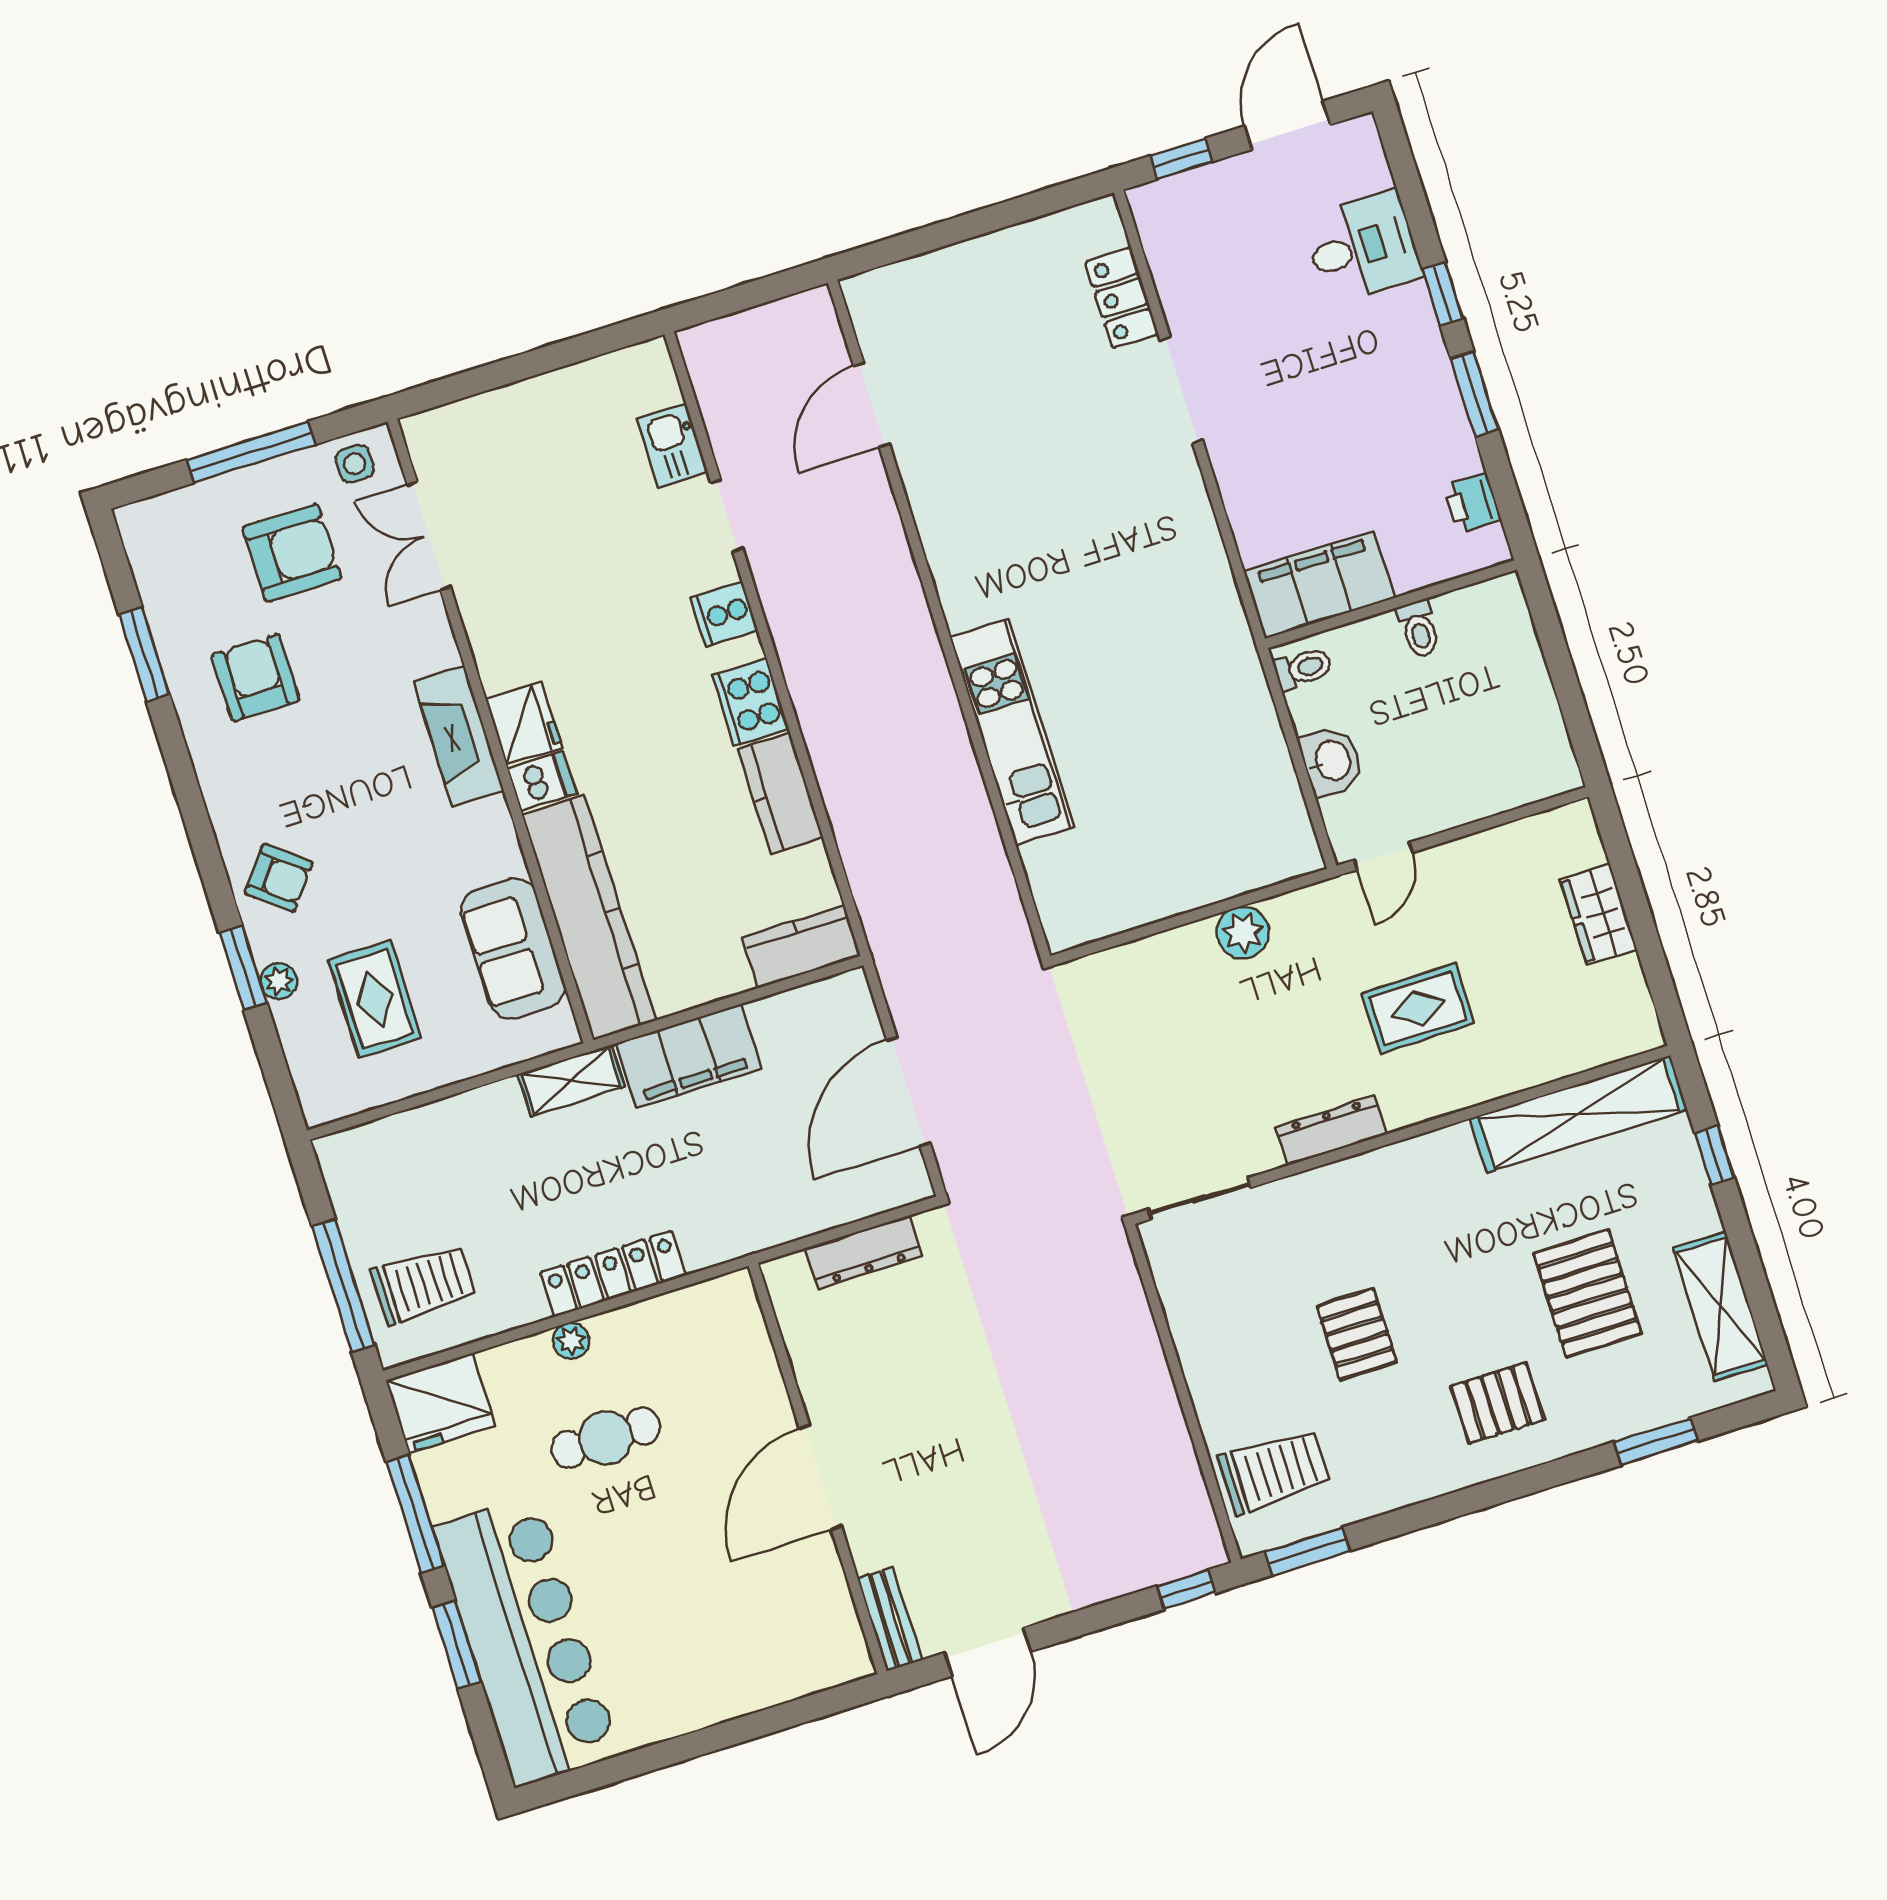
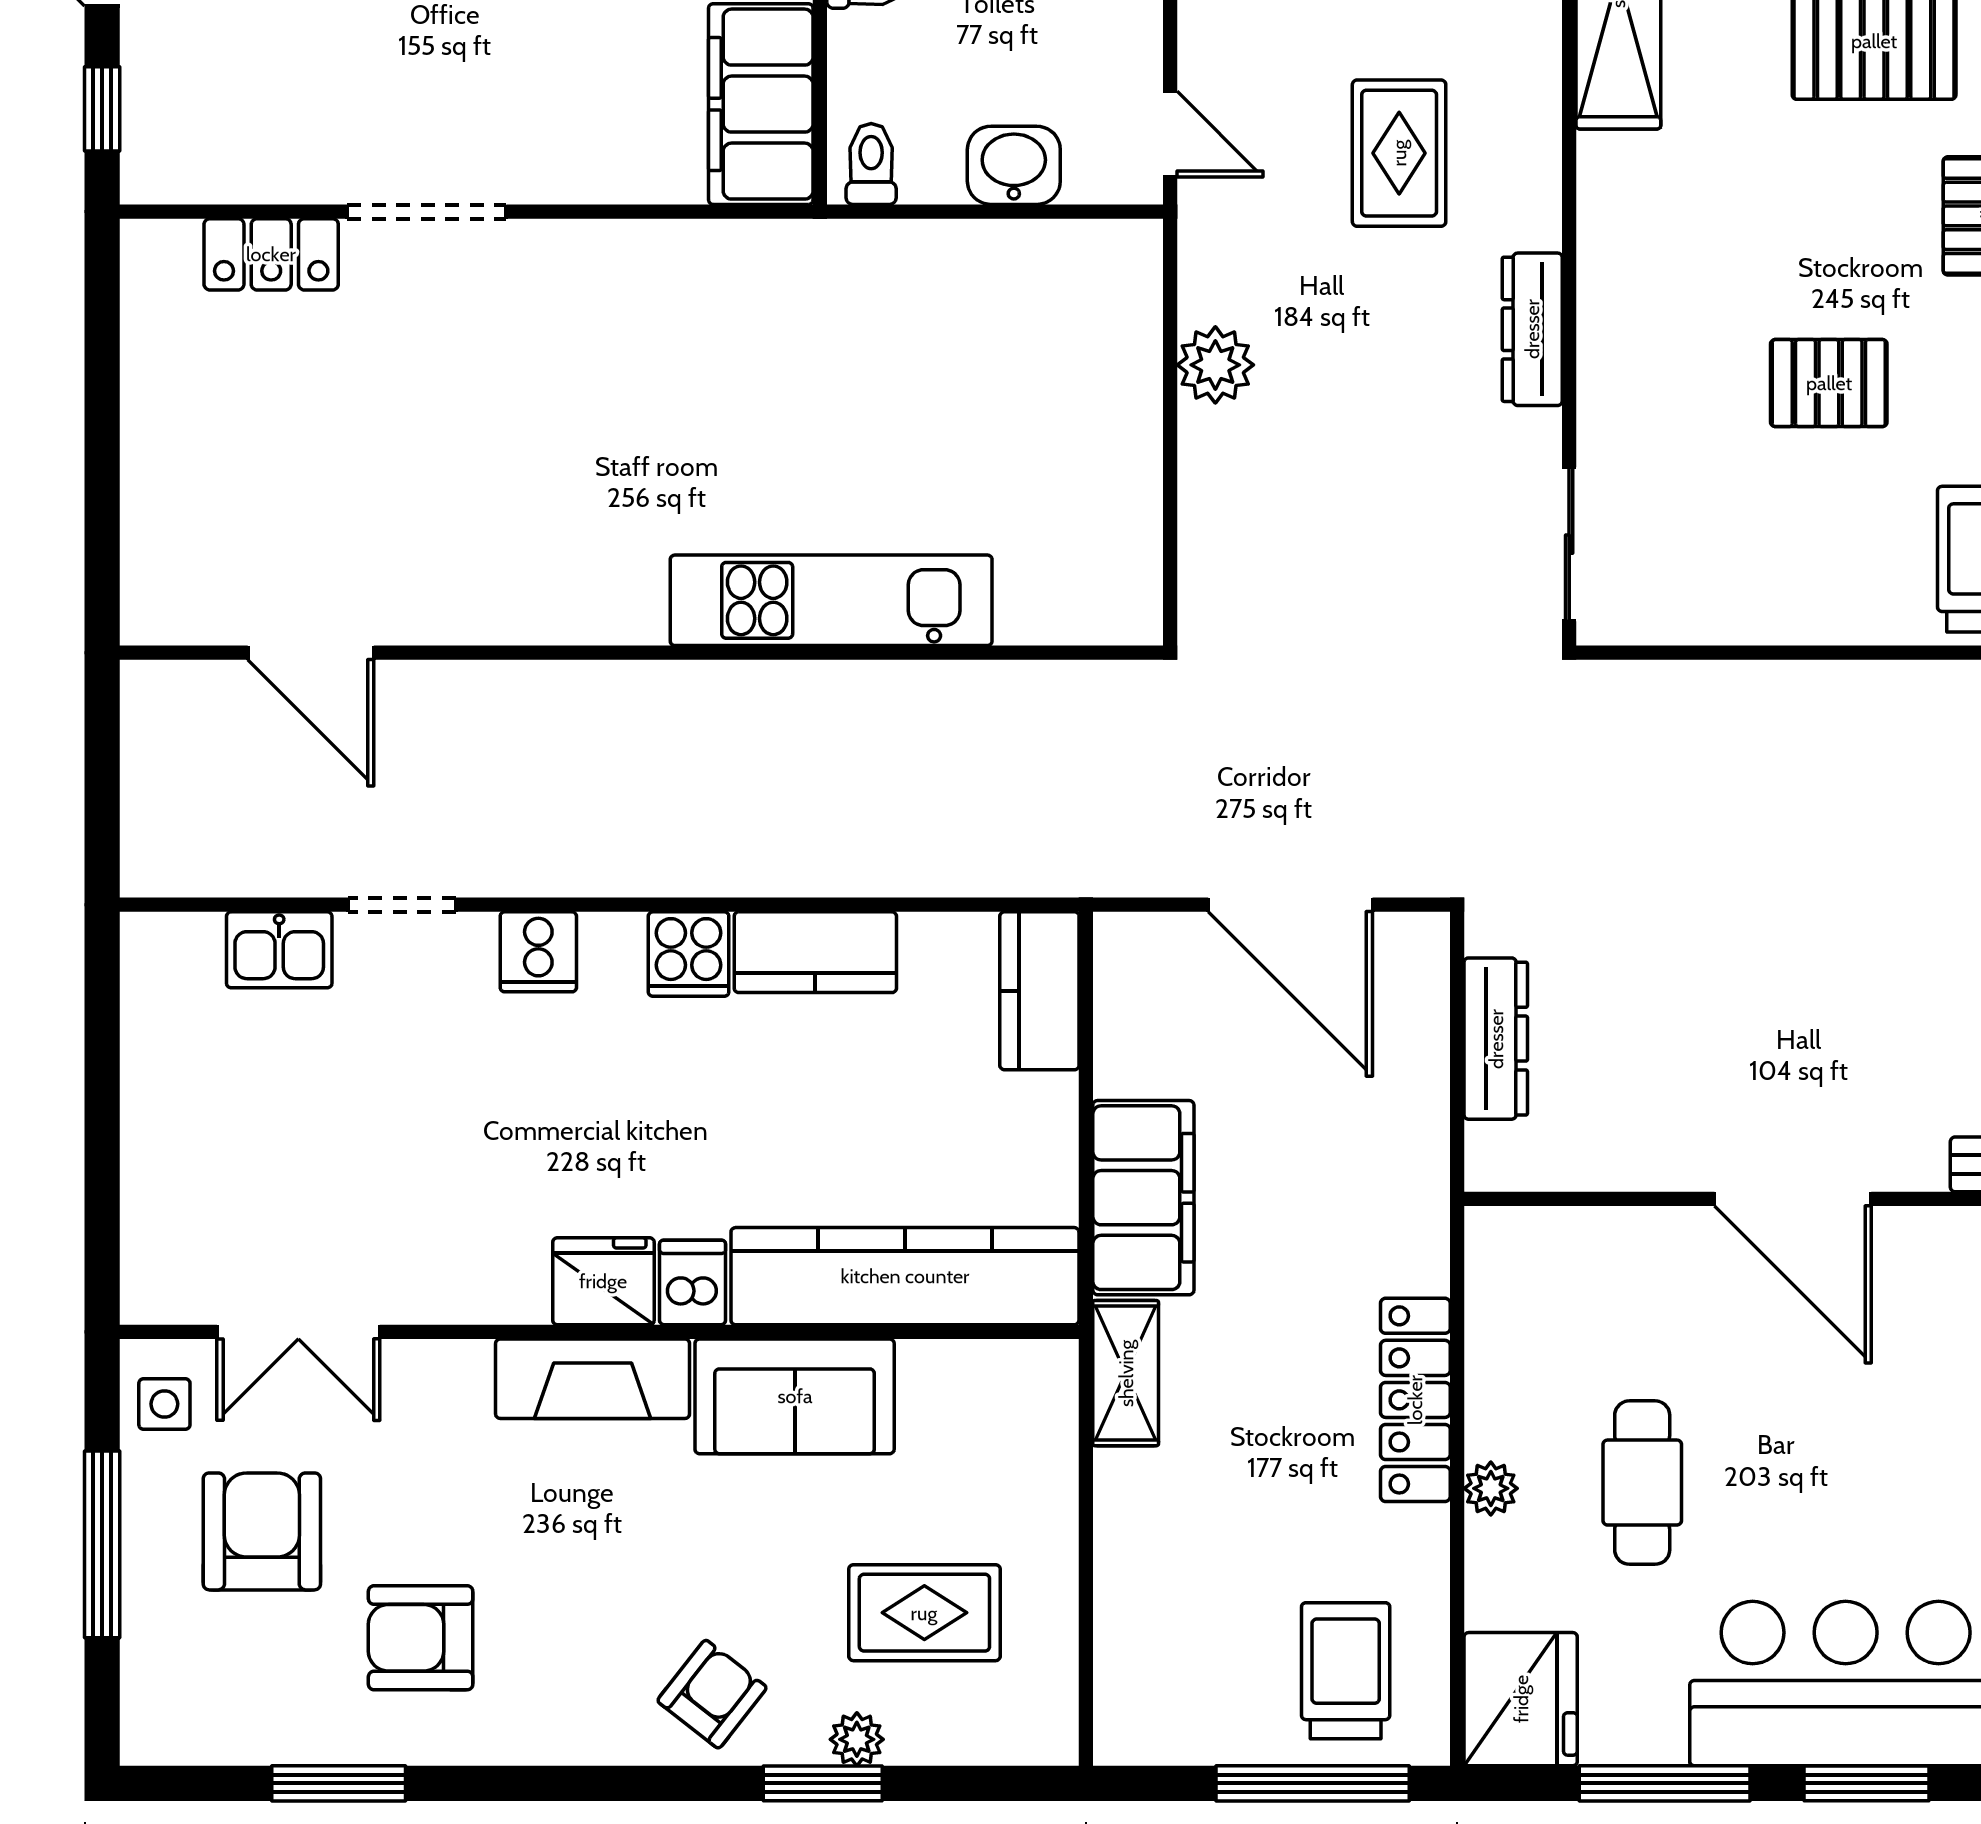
cooker: (750, 702) -> (689, 954), width x0.73
sofa: (513, 949) -> (795, 1396), moved

